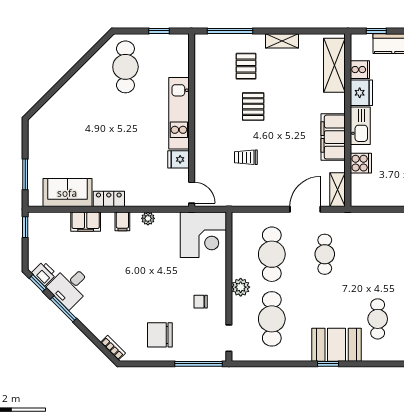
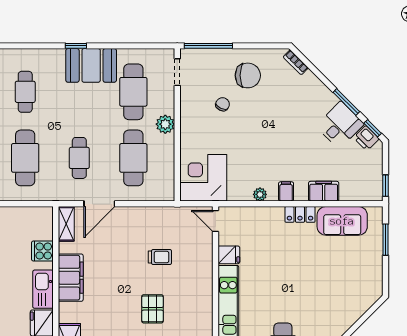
cafe table: (378, 254) -> (25, 158), added
chair: (201, 302) -> (223, 104), moved, turned -63
booth: (337, 345) -> (91, 65), moved

